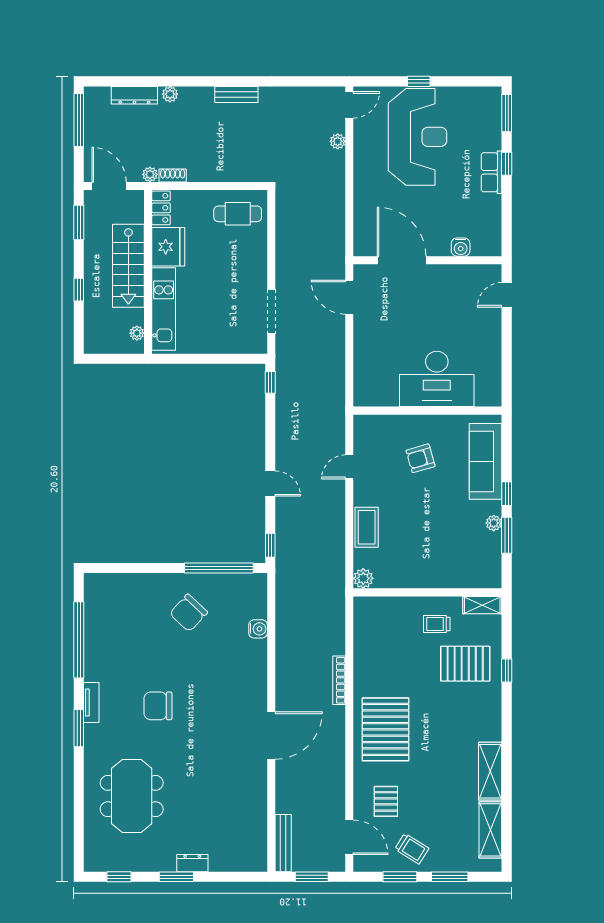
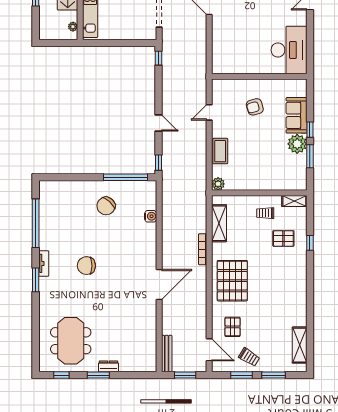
desk: (437, 379) -> (289, 50), moved, turned -90
sofa: (486, 461) -> (296, 115), width x0.73
plant: (494, 523) -> (297, 144), width x1.87, depth x1.87
pallet: (465, 664) -> (283, 238), width x0.67, depth x0.71
shelving: (490, 771) -> (219, 223), moved
meeting table: (132, 796) -> (71, 341), moved

